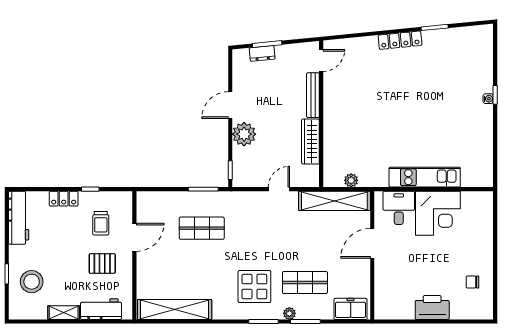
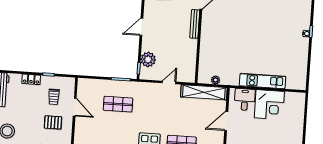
plant: (244, 134) -> (148, 59), moved
wardrobe: (310, 142) -> (191, 53), removed
door: (134, 237) -> (75, 107), hinge flipped

